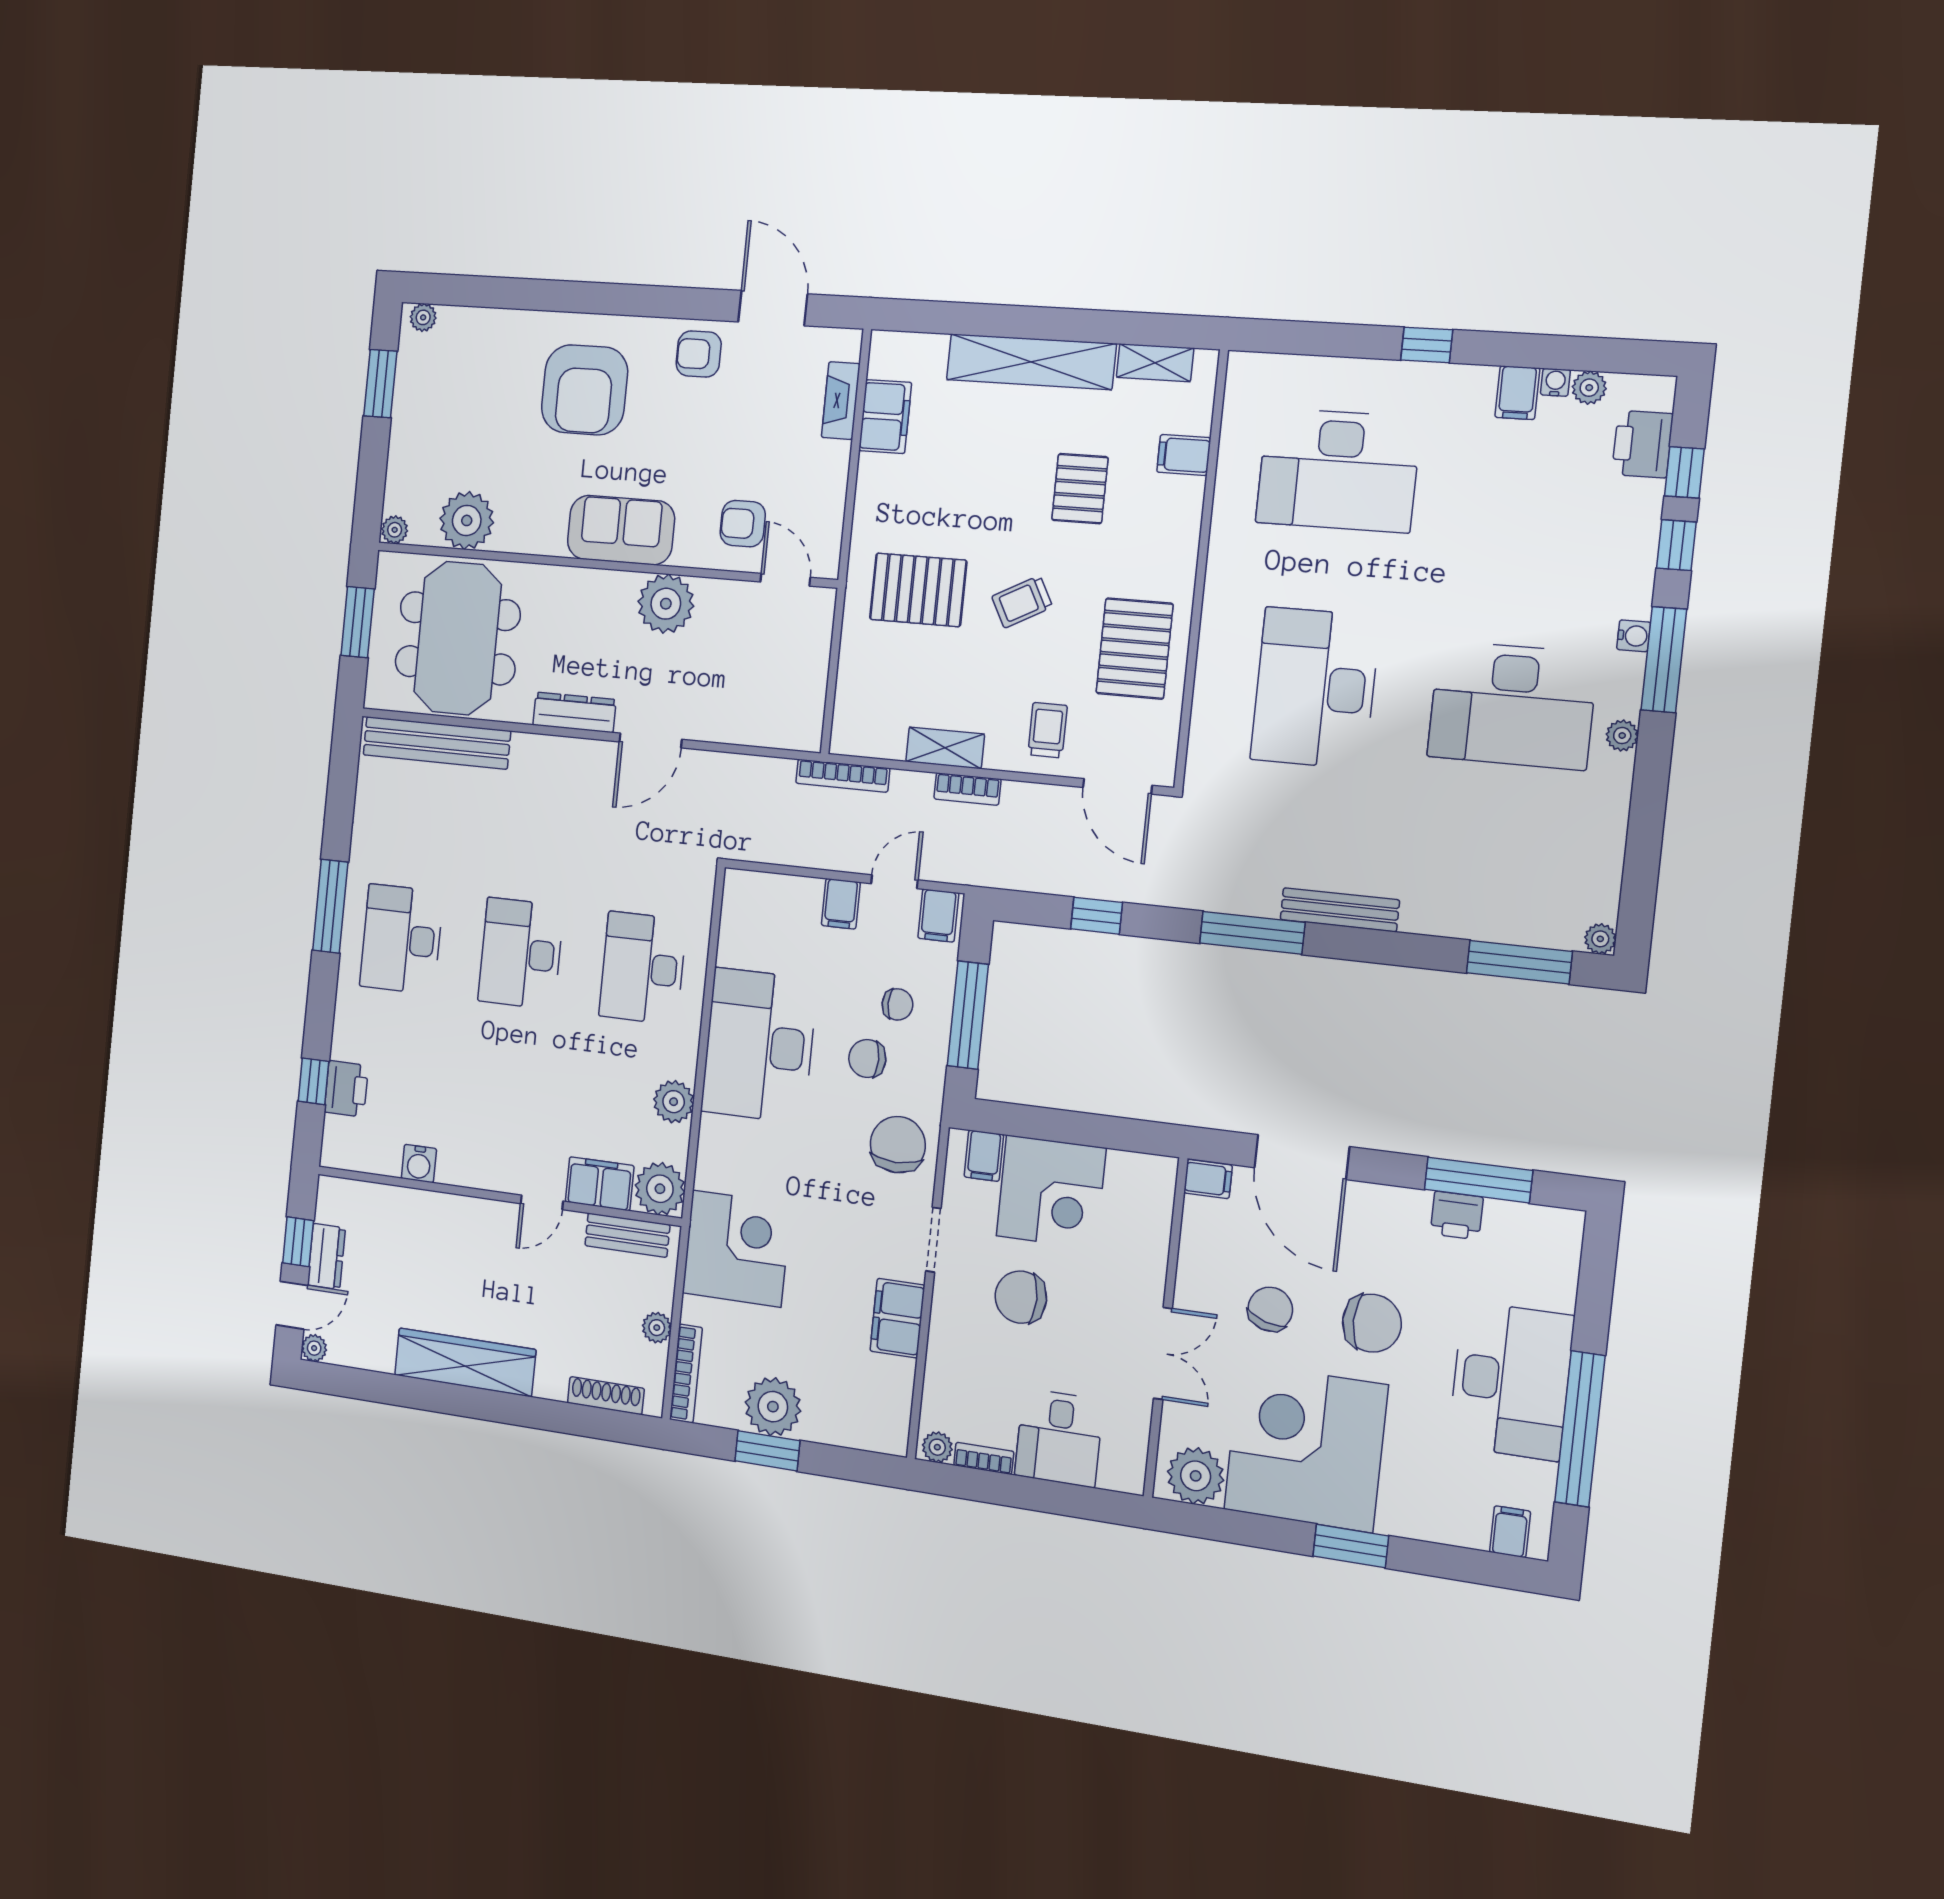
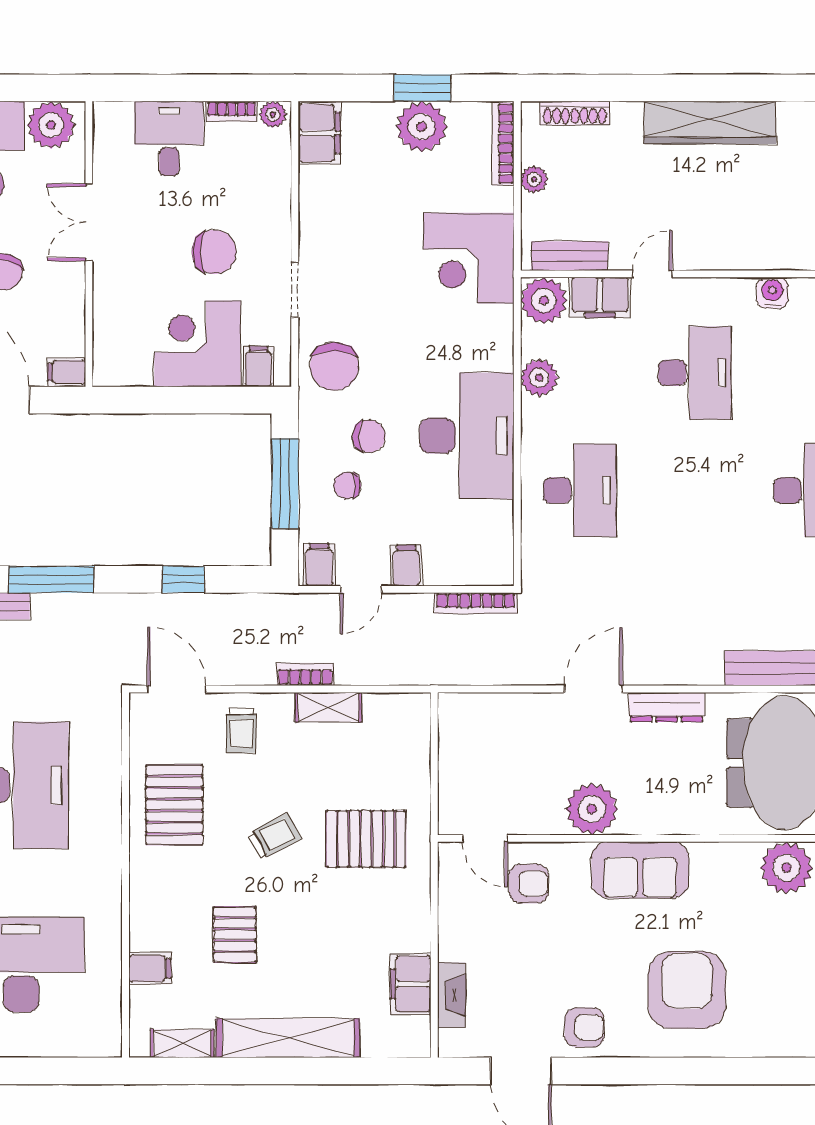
bookcase: (843, 776) -> (476, 603), moved, turned 180
desk: (521, 953) -> (695, 373), moved
filing cabinet: (897, 1318) -> (319, 133), moved

